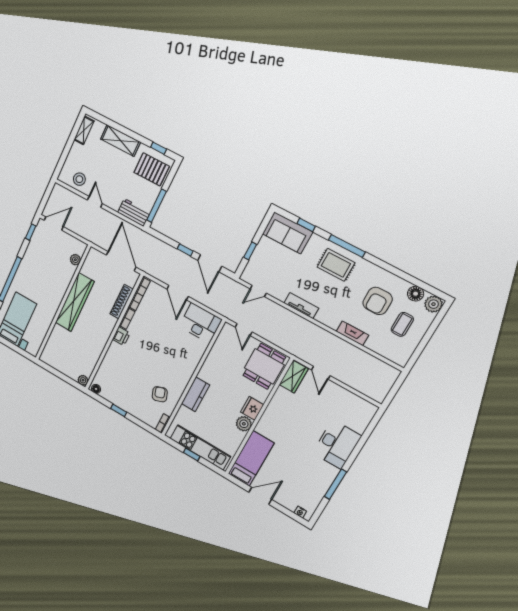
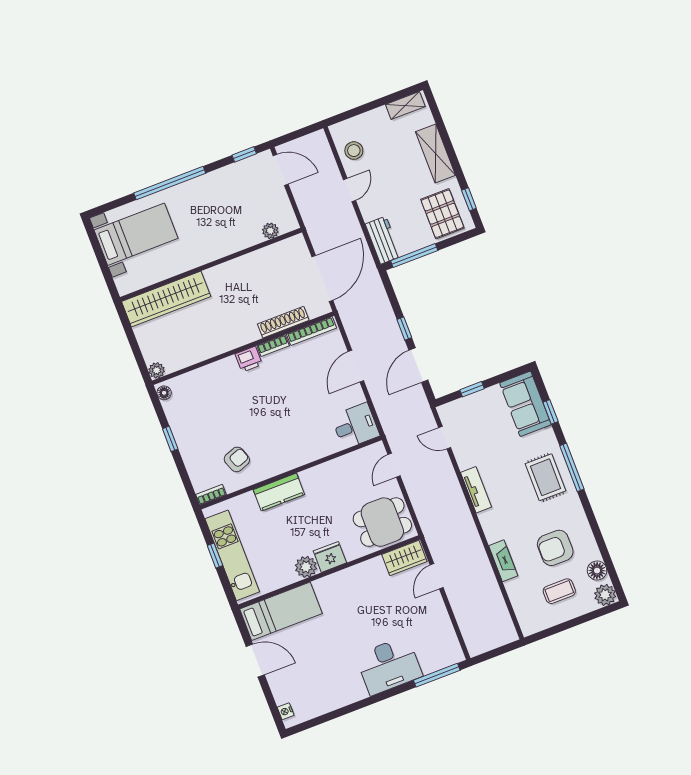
wardrobe: (75, 302) -> (166, 299), moved
desk: (200, 323) -> (355, 426), width x0.73
window: (335, 484) -> (437, 675), moved

